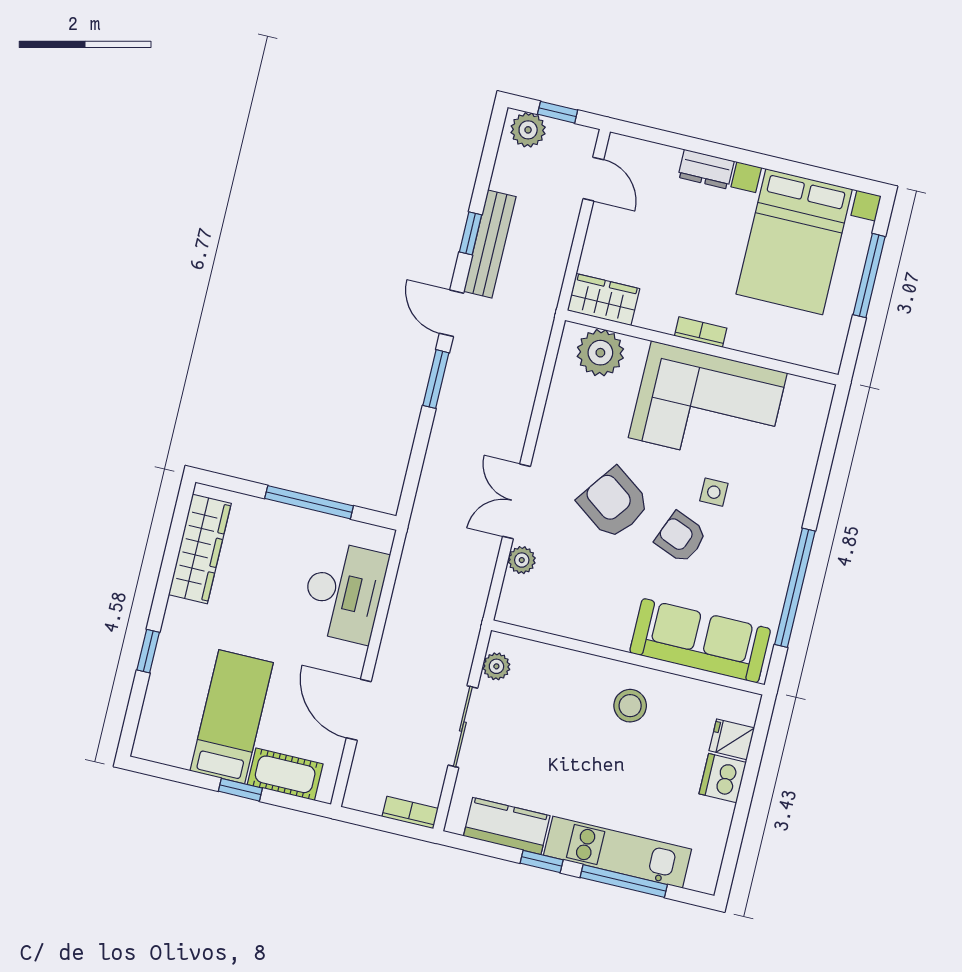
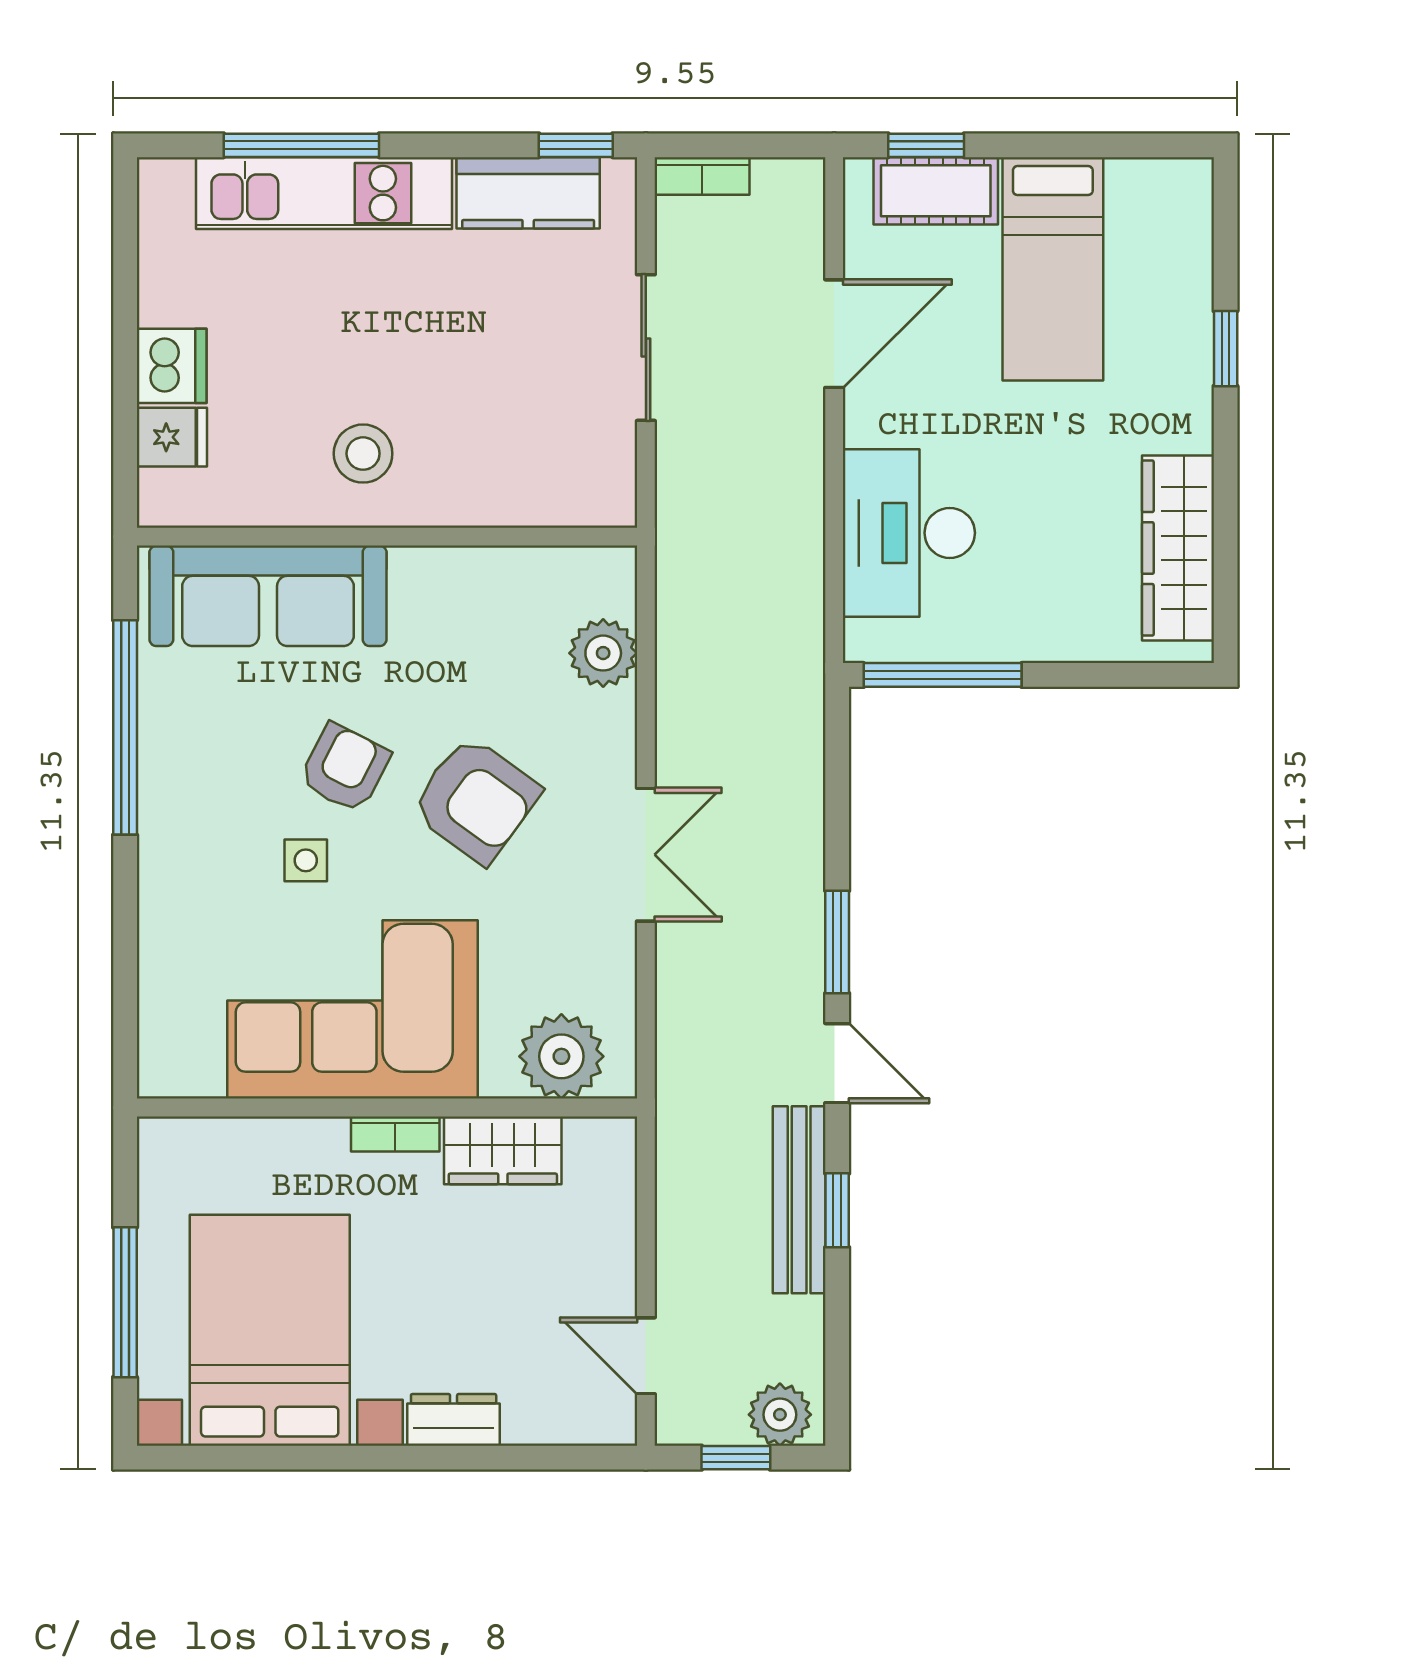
wardrobe: (604, 300) -> (503, 1150), moved
double door: (517, 501) -> (646, 855), moved
window: (309, 502) -> (943, 675), moved
armchair: (681, 537) -> (345, 768), turned -85
plant: (522, 560) -> (603, 653), width x1.38, depth x1.38
plant: (496, 666) -> (612, 467), removed
door: (359, 710) -> (834, 334), hinge flipped
window: (240, 790) -> (926, 145), moved
window: (542, 861) -> (576, 145), moved

